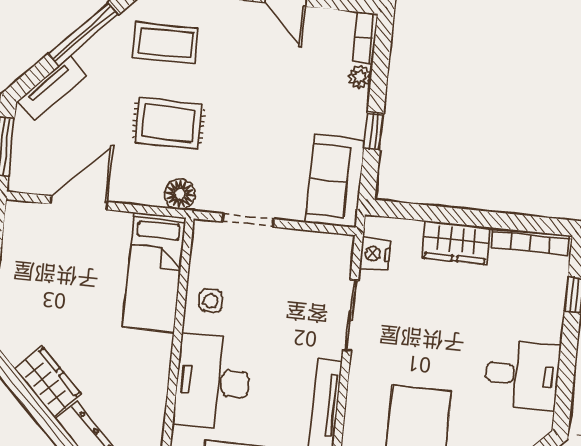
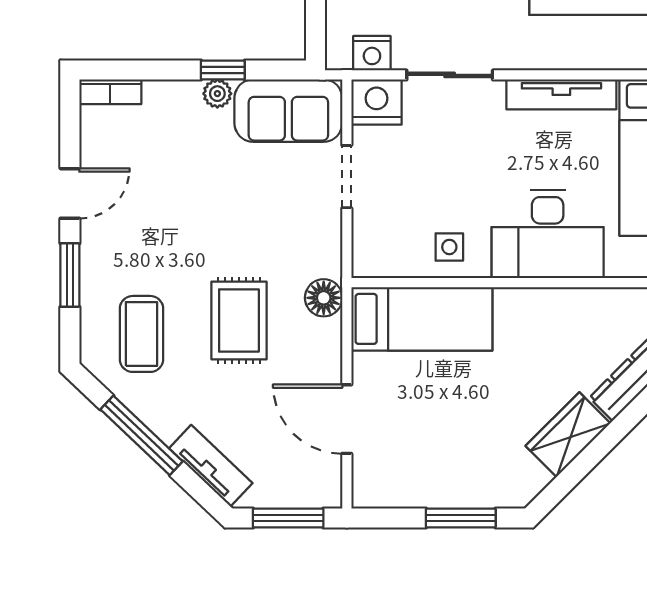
plant: (360, 77) -> (217, 94), moved
doorway: (248, 220) -> (347, 177), moved
nightstand: (335, 254) -> (377, 102), added

